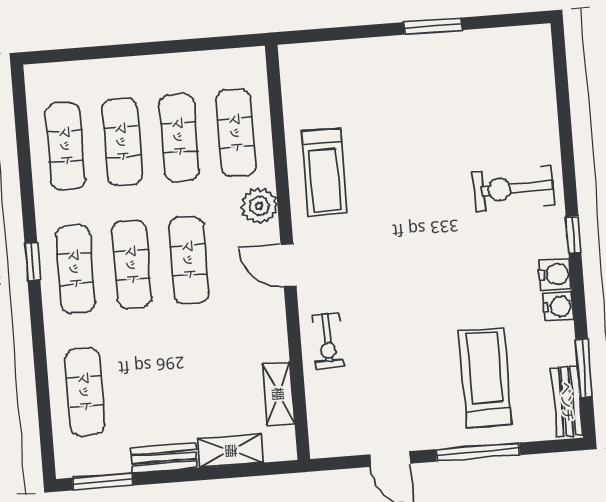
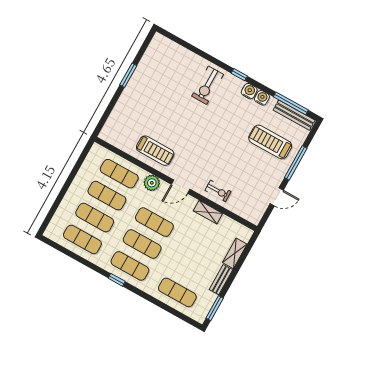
window: (584, 368) -> (291, 103), width x1.44
shelving: (278, 394) -> (208, 212), moved
bench: (567, 402) -> (294, 115), width x1.36

